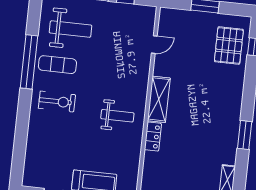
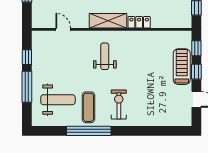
weight bench: (71, 29) -> (58, 100), turned 90
weight bench: (117, 116) -> (105, 56), moved

